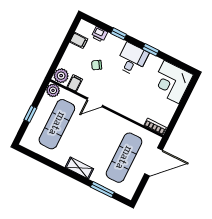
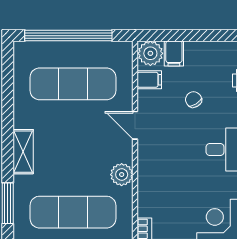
filing cabinet: (79, 40) -> (174, 54), moved
plant: (53, 90) -> (122, 175), moved
window: (30, 114) -> (68, 36), width x3.17

